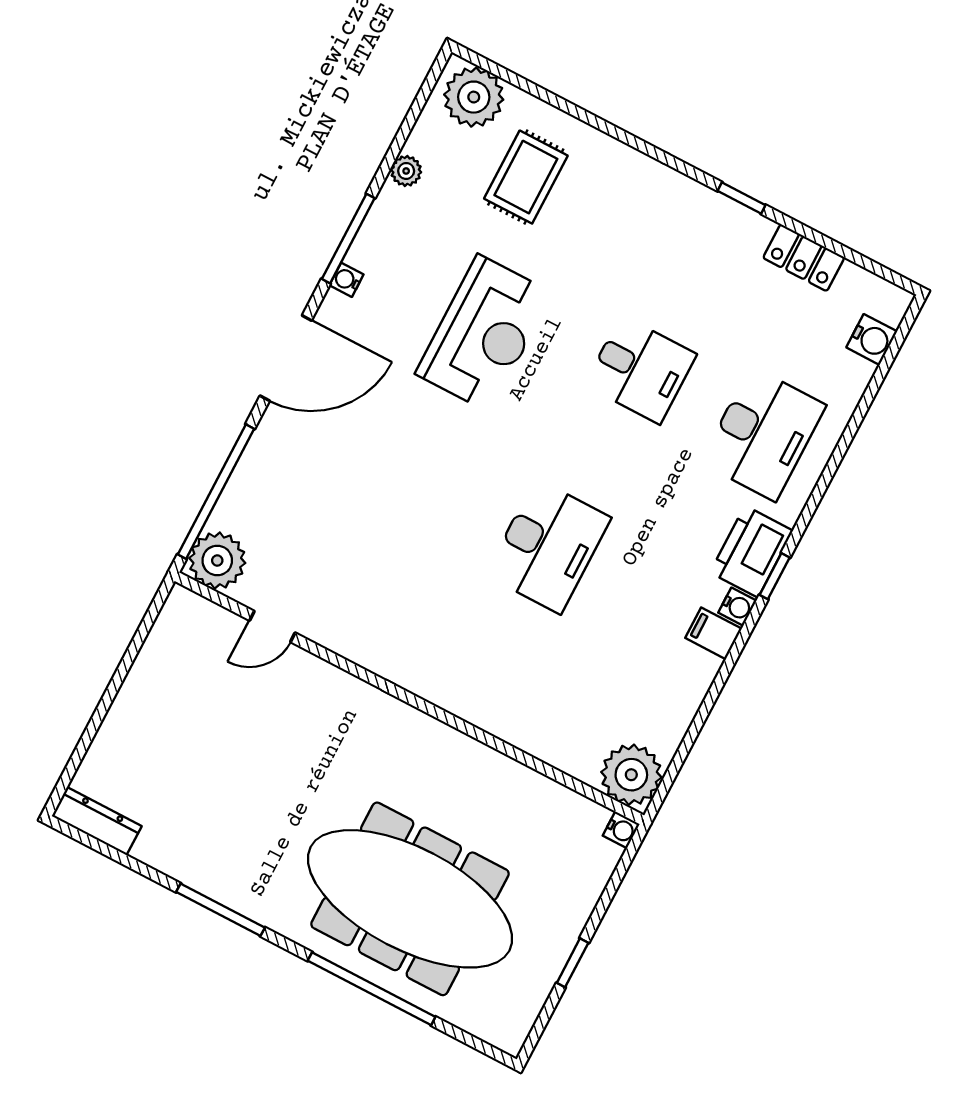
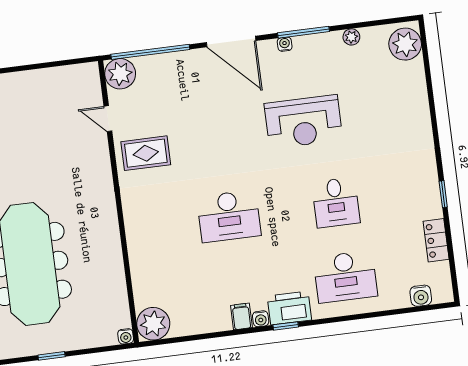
rug: (526, 177) -> (146, 153), moved

